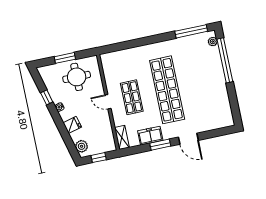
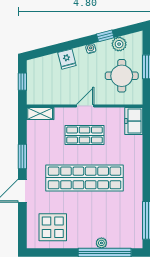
plant: (213, 42) -> (101, 243), moved
display table: (213, 107) -> (53, 227), added
freezer: (150, 136) -> (134, 121), moved, turned 180
plant: (82, 146) -> (119, 44), moved

